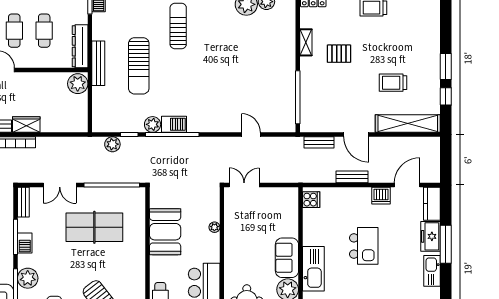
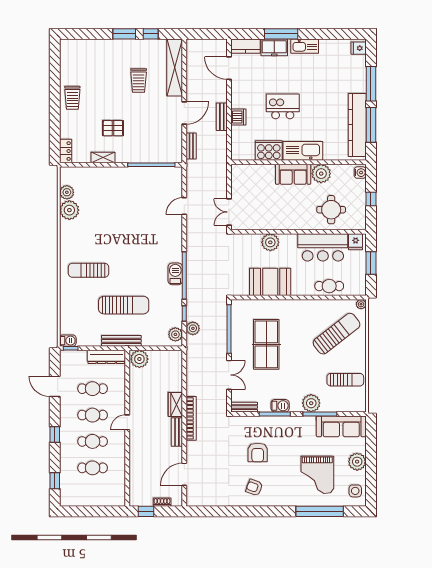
pallet: (339, 54) -> (113, 128), turned 90
plant: (153, 124) -> (175, 334), moved
dishwasher: (381, 196) -> (238, 117), moved
cooker: (311, 200) -> (269, 150), moved, width x1.87, depth x1.31
plant: (214, 227) -> (270, 242), width x1.87, depth x1.87

